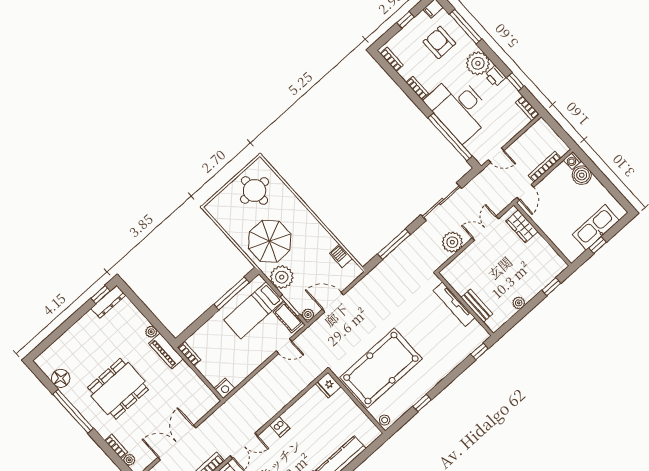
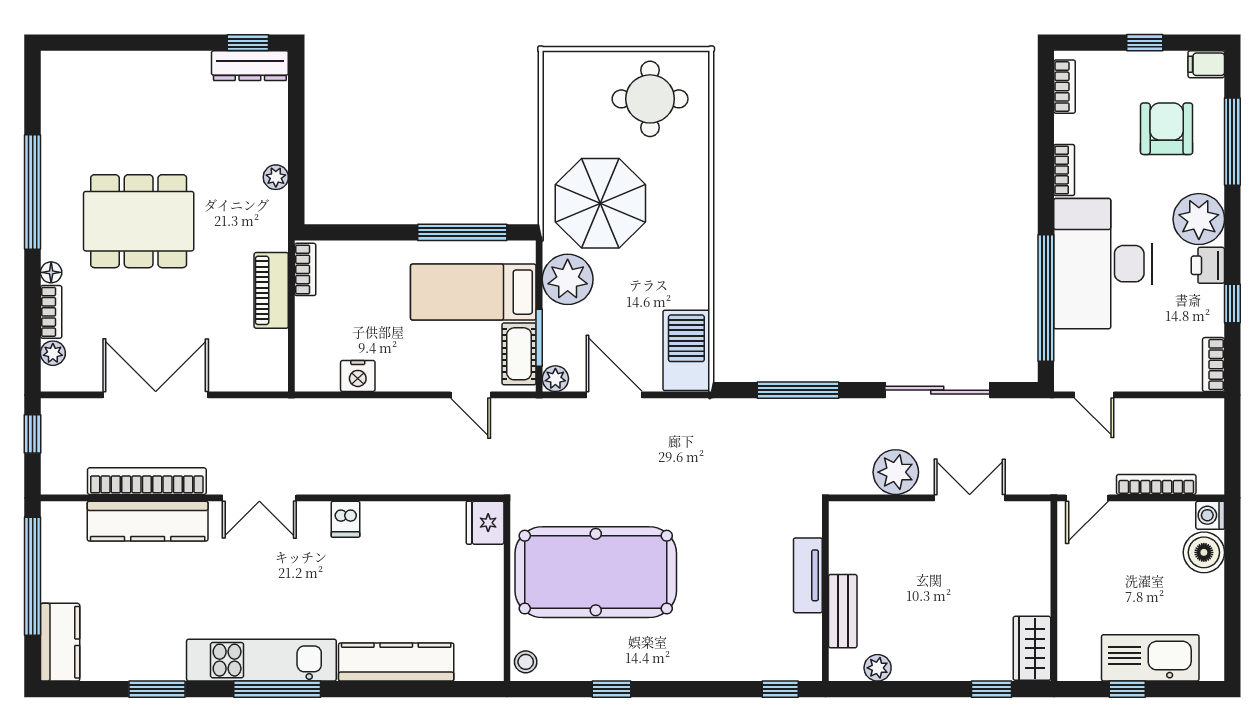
wardrobe: (522, 226) -> (1032, 648), moved
barbecue: (341, 256) -> (686, 350), width x1.88, depth x1.53
plant: (519, 303) -> (878, 668), moved
tv unit: (454, 304) -> (808, 575), width x0.71
piano: (166, 351) -> (271, 290), moved
floor lamp: (61, 378) -> (51, 272), moved, width x0.53, depth x0.53
nightstand: (224, 388) -> (358, 376), moved

